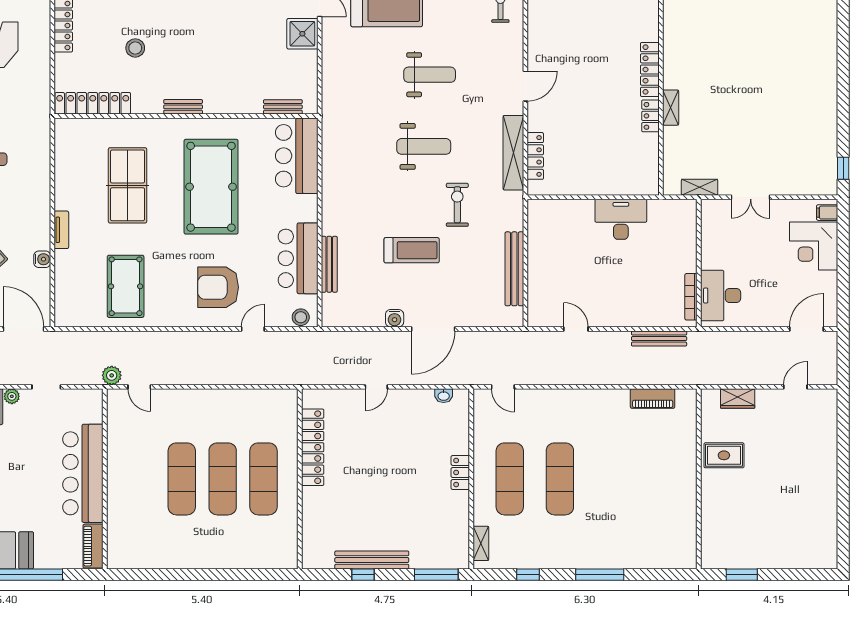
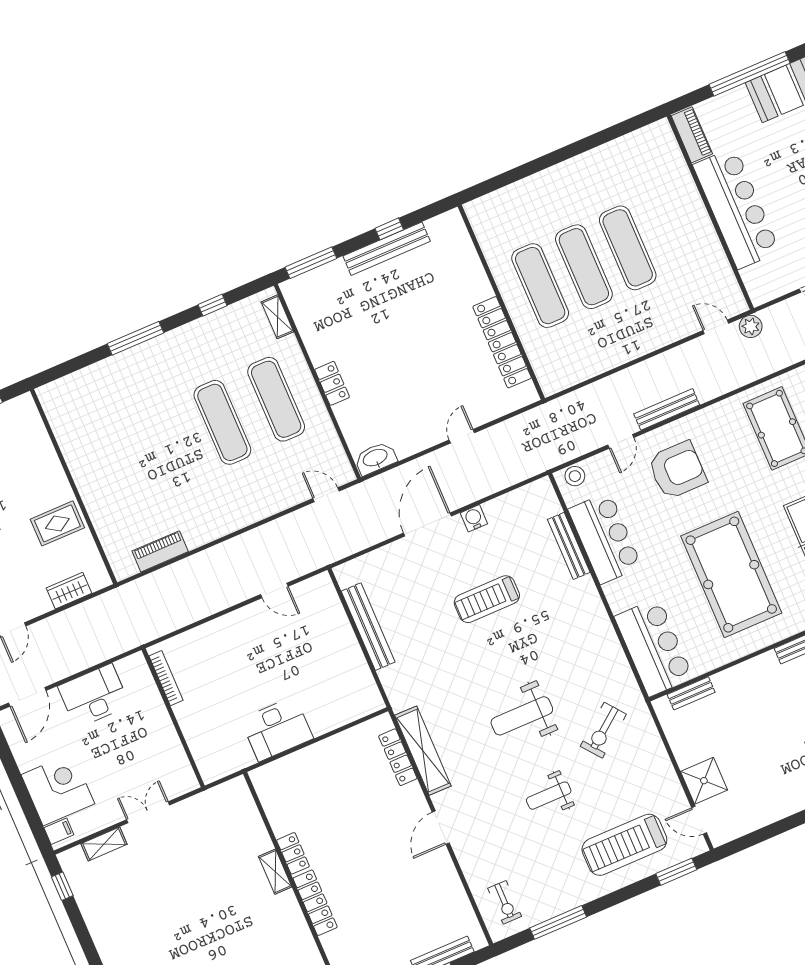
weight bench: (430, 75) -> (549, 796), width x0.73, depth x0.75
shelving: (700, 187) -> (104, 844), moved
exercise bike: (457, 205) -> (603, 730), moved, turned 52
desk: (721, 296) -> (94, 696), moved, turned -90
bench: (659, 339) -> (667, 409), moved
washbasin: (444, 396) -> (375, 458), width x1.91, depth x1.45

